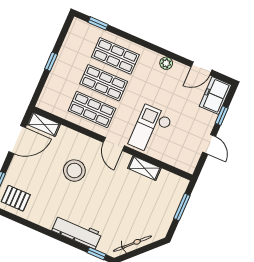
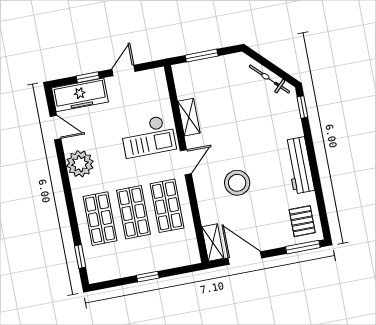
plant: (166, 63) -> (80, 164), width x1.88, depth x1.88
freezer: (215, 96) -> (80, 95), width x1.40
workbench: (77, 232) -> (299, 165), moved

